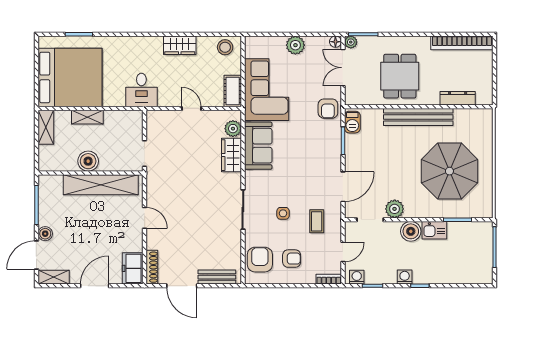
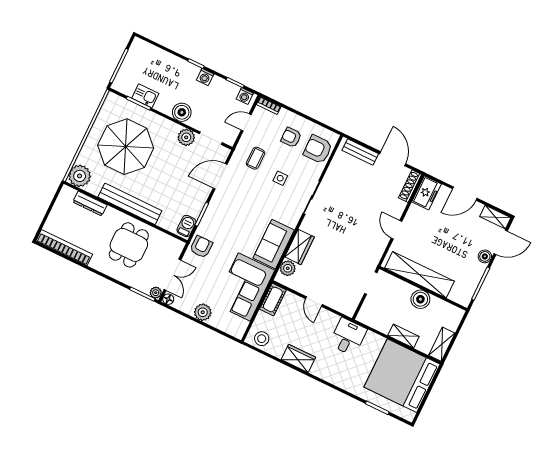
plant: (481, 120) -> (80, 176), added
kitchen sink: (434, 230) -> (145, 96), moved
armchair: (260, 260) -> (318, 149), turned 90

